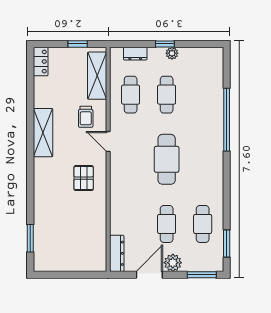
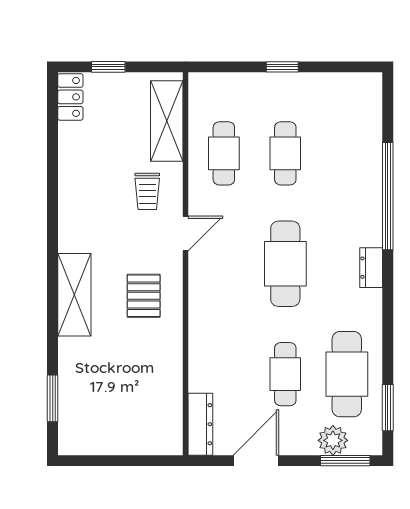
window: (78, 44) -> (108, 67), moved
plant: (172, 53) -> (294, 83), removed
dresser: (135, 54) -> (371, 268), moved, turned 90
shelving: (43, 133) -> (74, 295), moved
door: (108, 142) -> (186, 233), swing flipped
cafe table: (203, 224) -> (347, 374), width x1.37, depth x1.35
plant: (173, 263) -> (333, 440), moved

